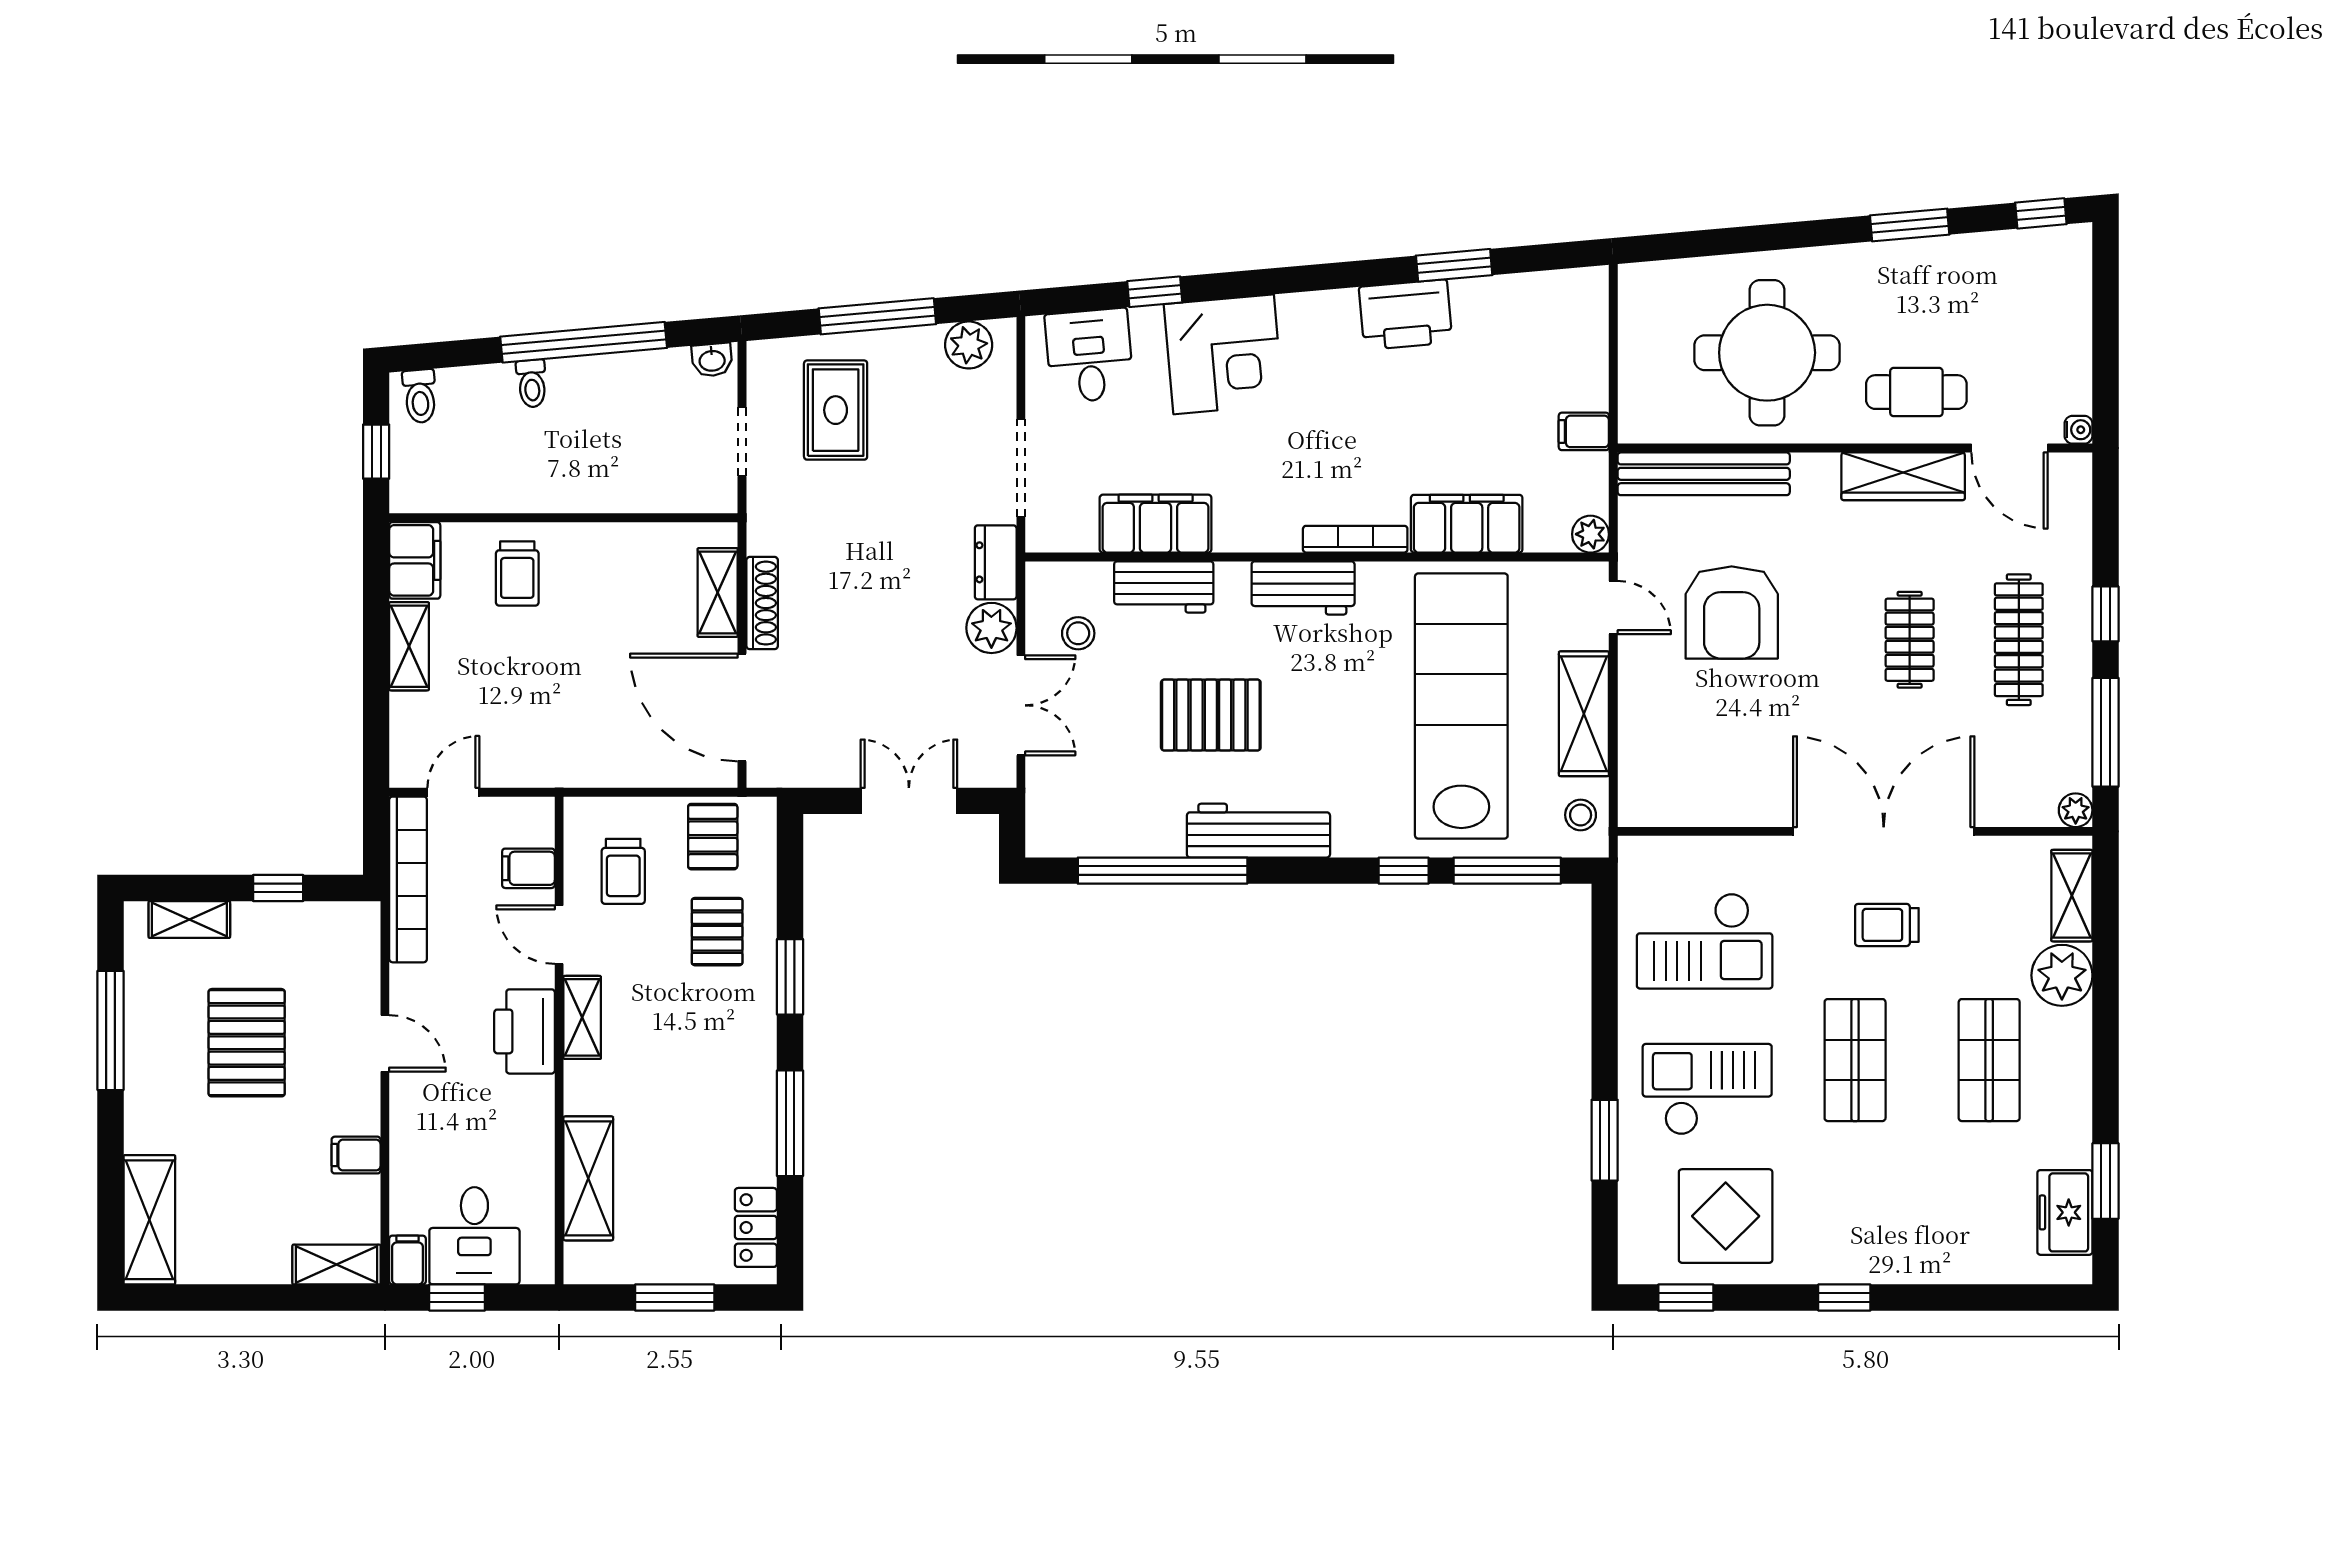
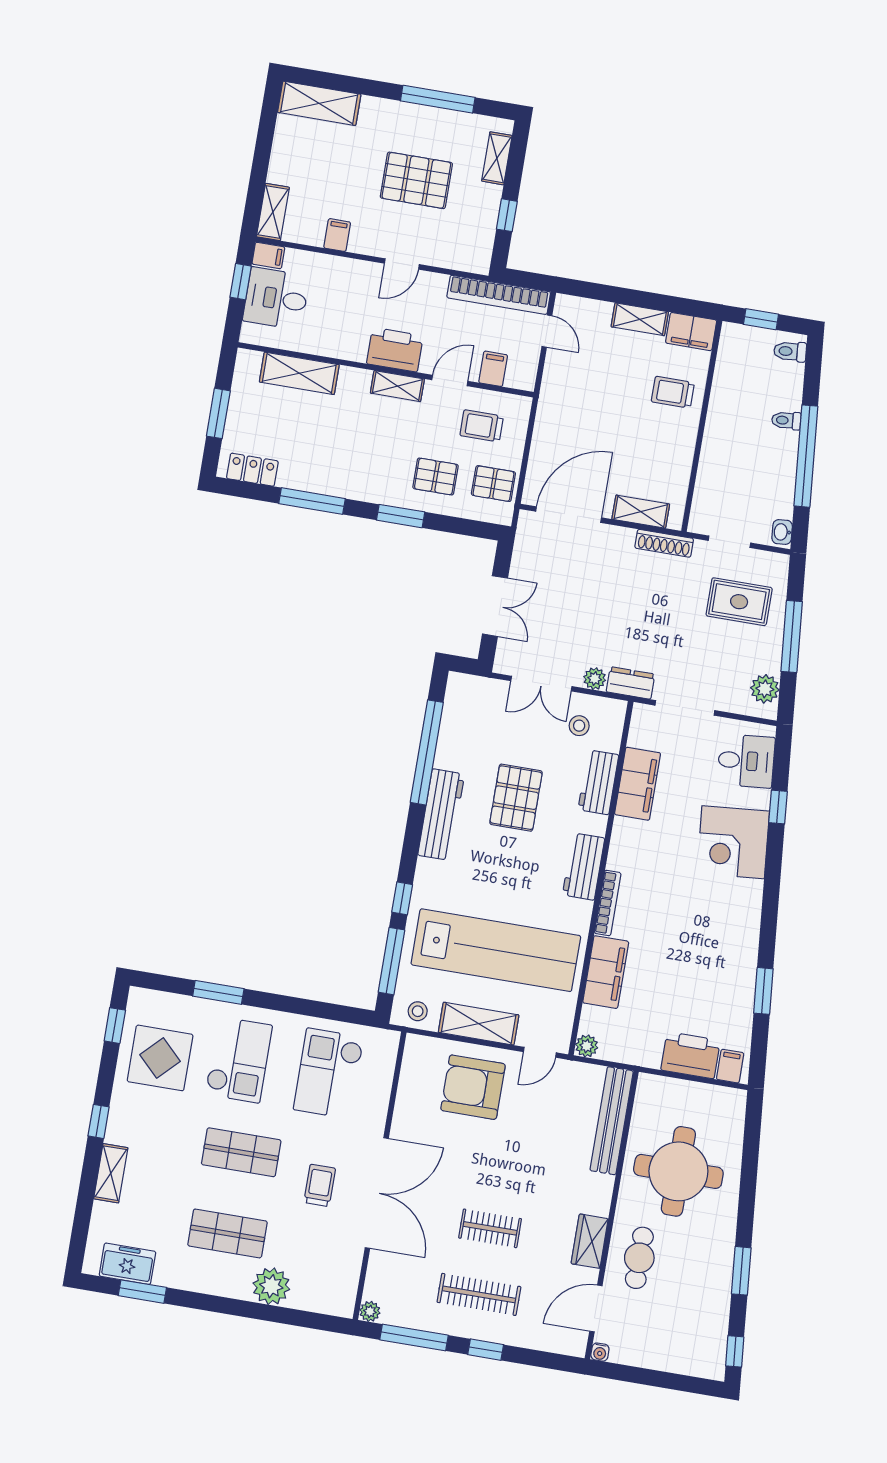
printer: (1406, 315) -> (691, 1055), moved, turned 95
filing cabinet: (1584, 431) -> (730, 1066), moved
wardrobe: (1903, 476) -> (590, 1241), width x0.67
shoe rack: (762, 603) -> (664, 543), moved
armchair: (1732, 612) -> (473, 1087), moved
plant: (991, 628) -> (595, 679), width x0.73, depth x0.73
shelving: (2072, 896) -> (111, 1173), moved, turned 90

